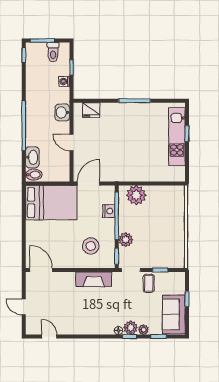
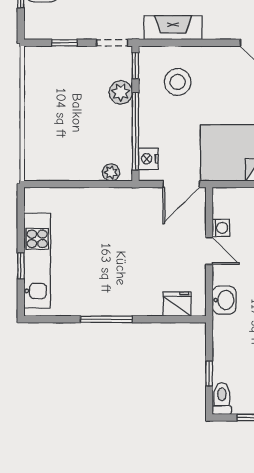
toilet: (53, 52) -> (222, 399), moved
washing machine: (64, 81) -> (221, 228), moved
plant: (136, 195) -> (111, 172), width x0.53, depth x0.53
nightstand: (109, 211) -> (148, 159), moved
coffee table: (149, 283) -> (83, 21), removed

